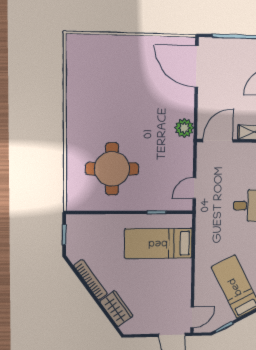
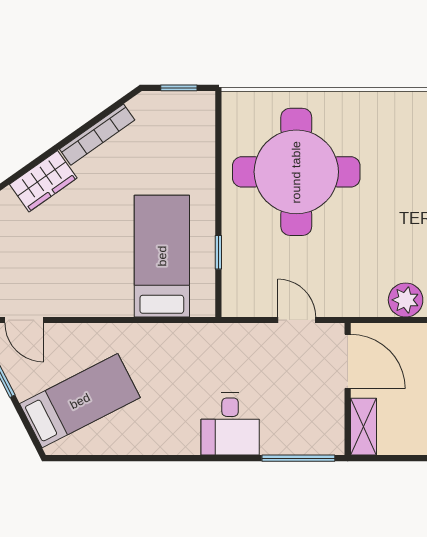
plant: (184, 128) -> (406, 300), moved
round table: (112, 169) -> (296, 172), width x1.36, depth x1.36
door: (194, 188) -> (297, 320), moved

